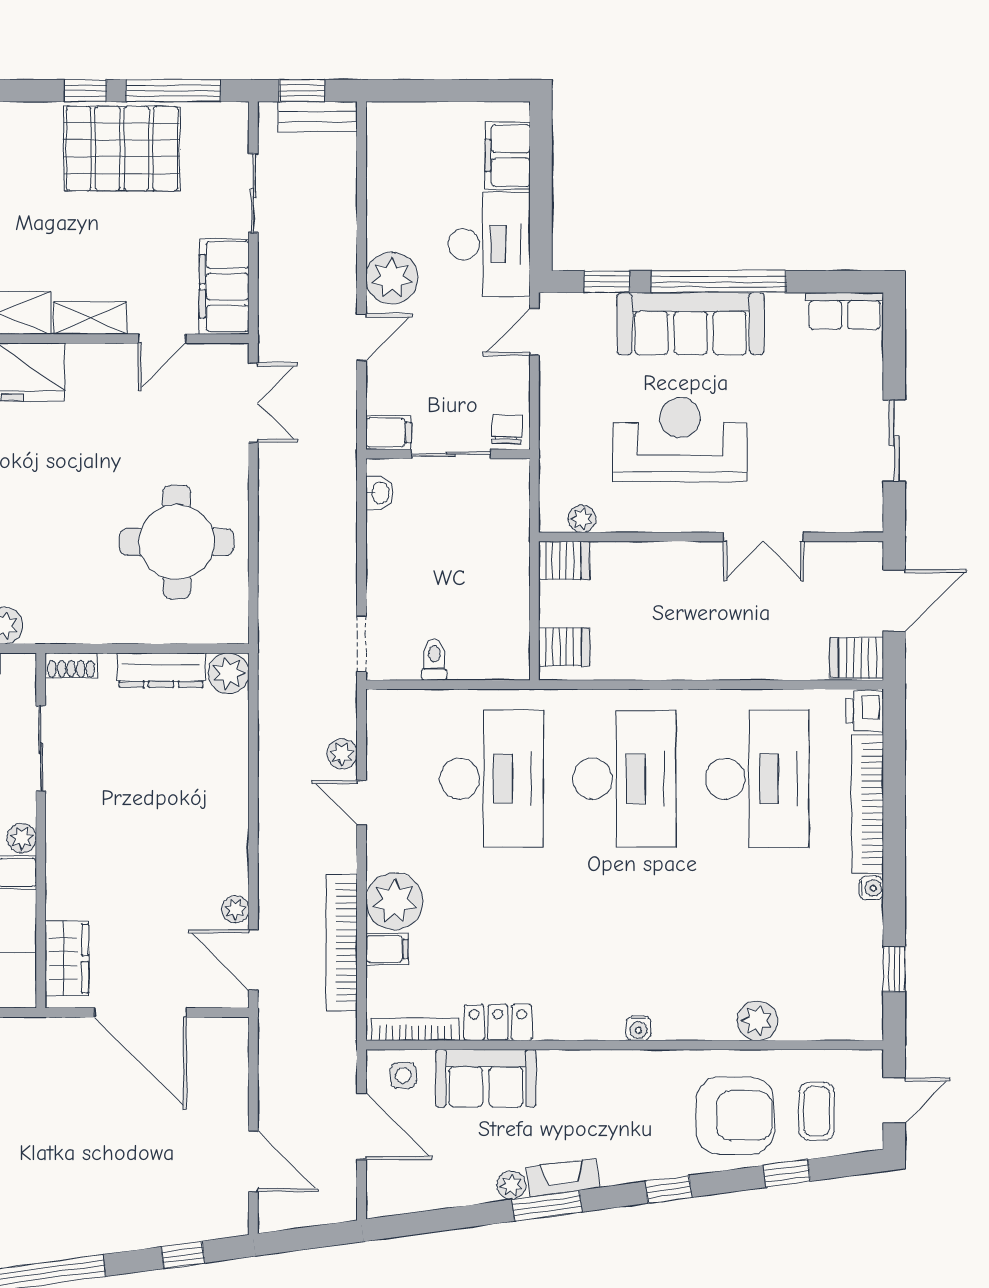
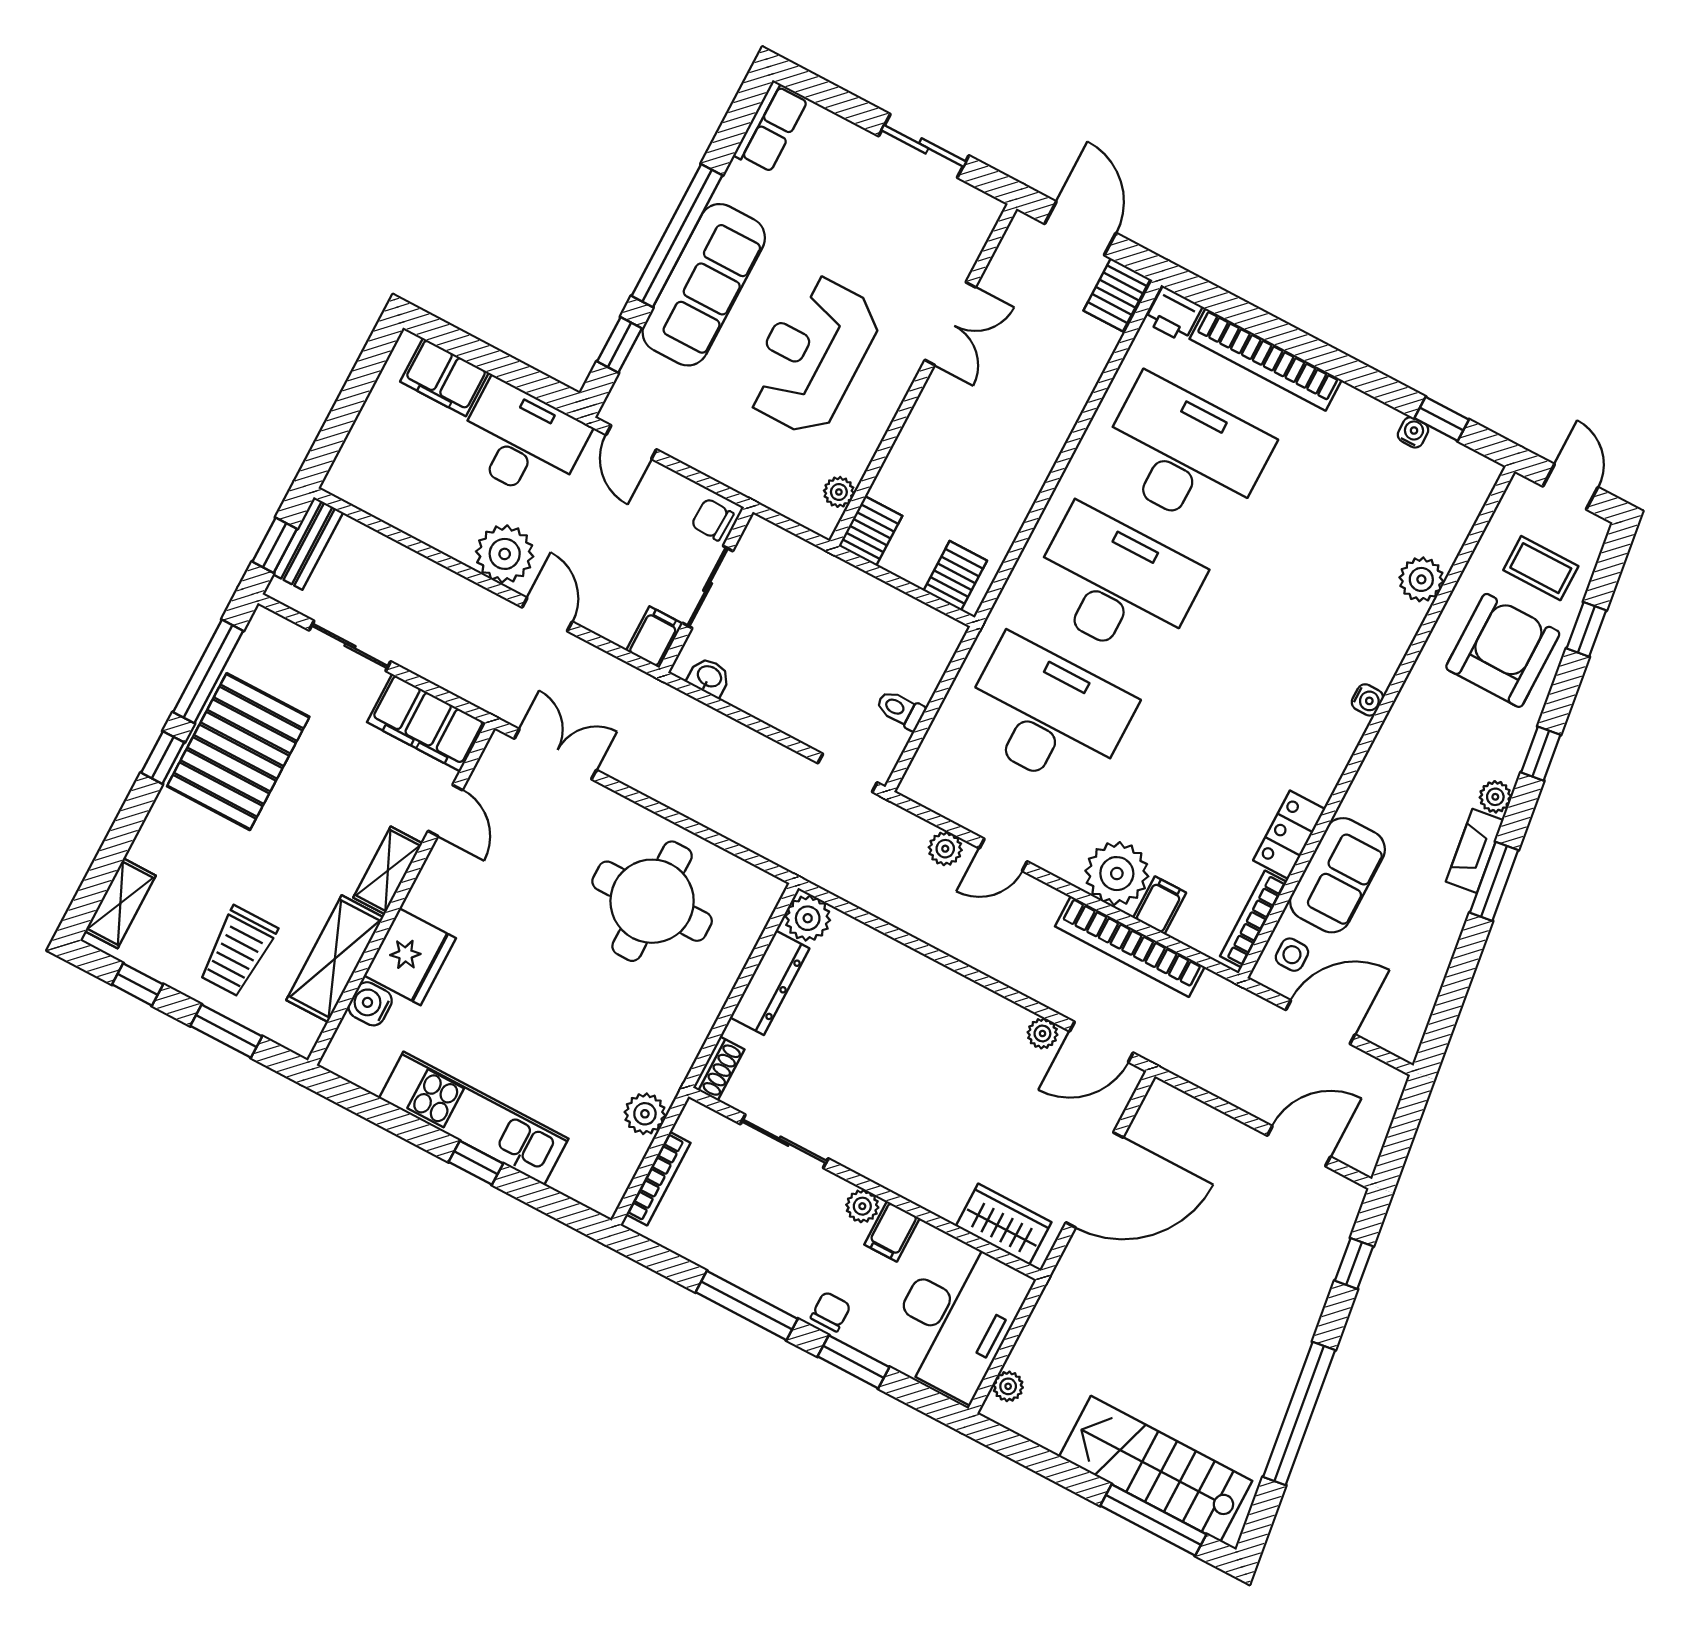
water cooler: (871, 888) -> (1413, 432), moved
plant: (511, 1185) -> (1495, 797), moved

